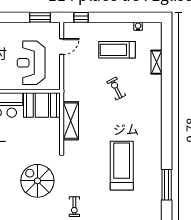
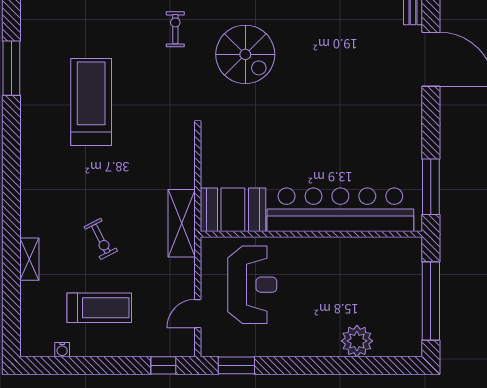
shelving: (156, 62) -> (29, 259), moved
shelving: (71, 121) -> (182, 223), moved
treadmill: (122, 166) -> (91, 102), turned 180
spiral stairs: (37, 181) -> (245, 54), moved

